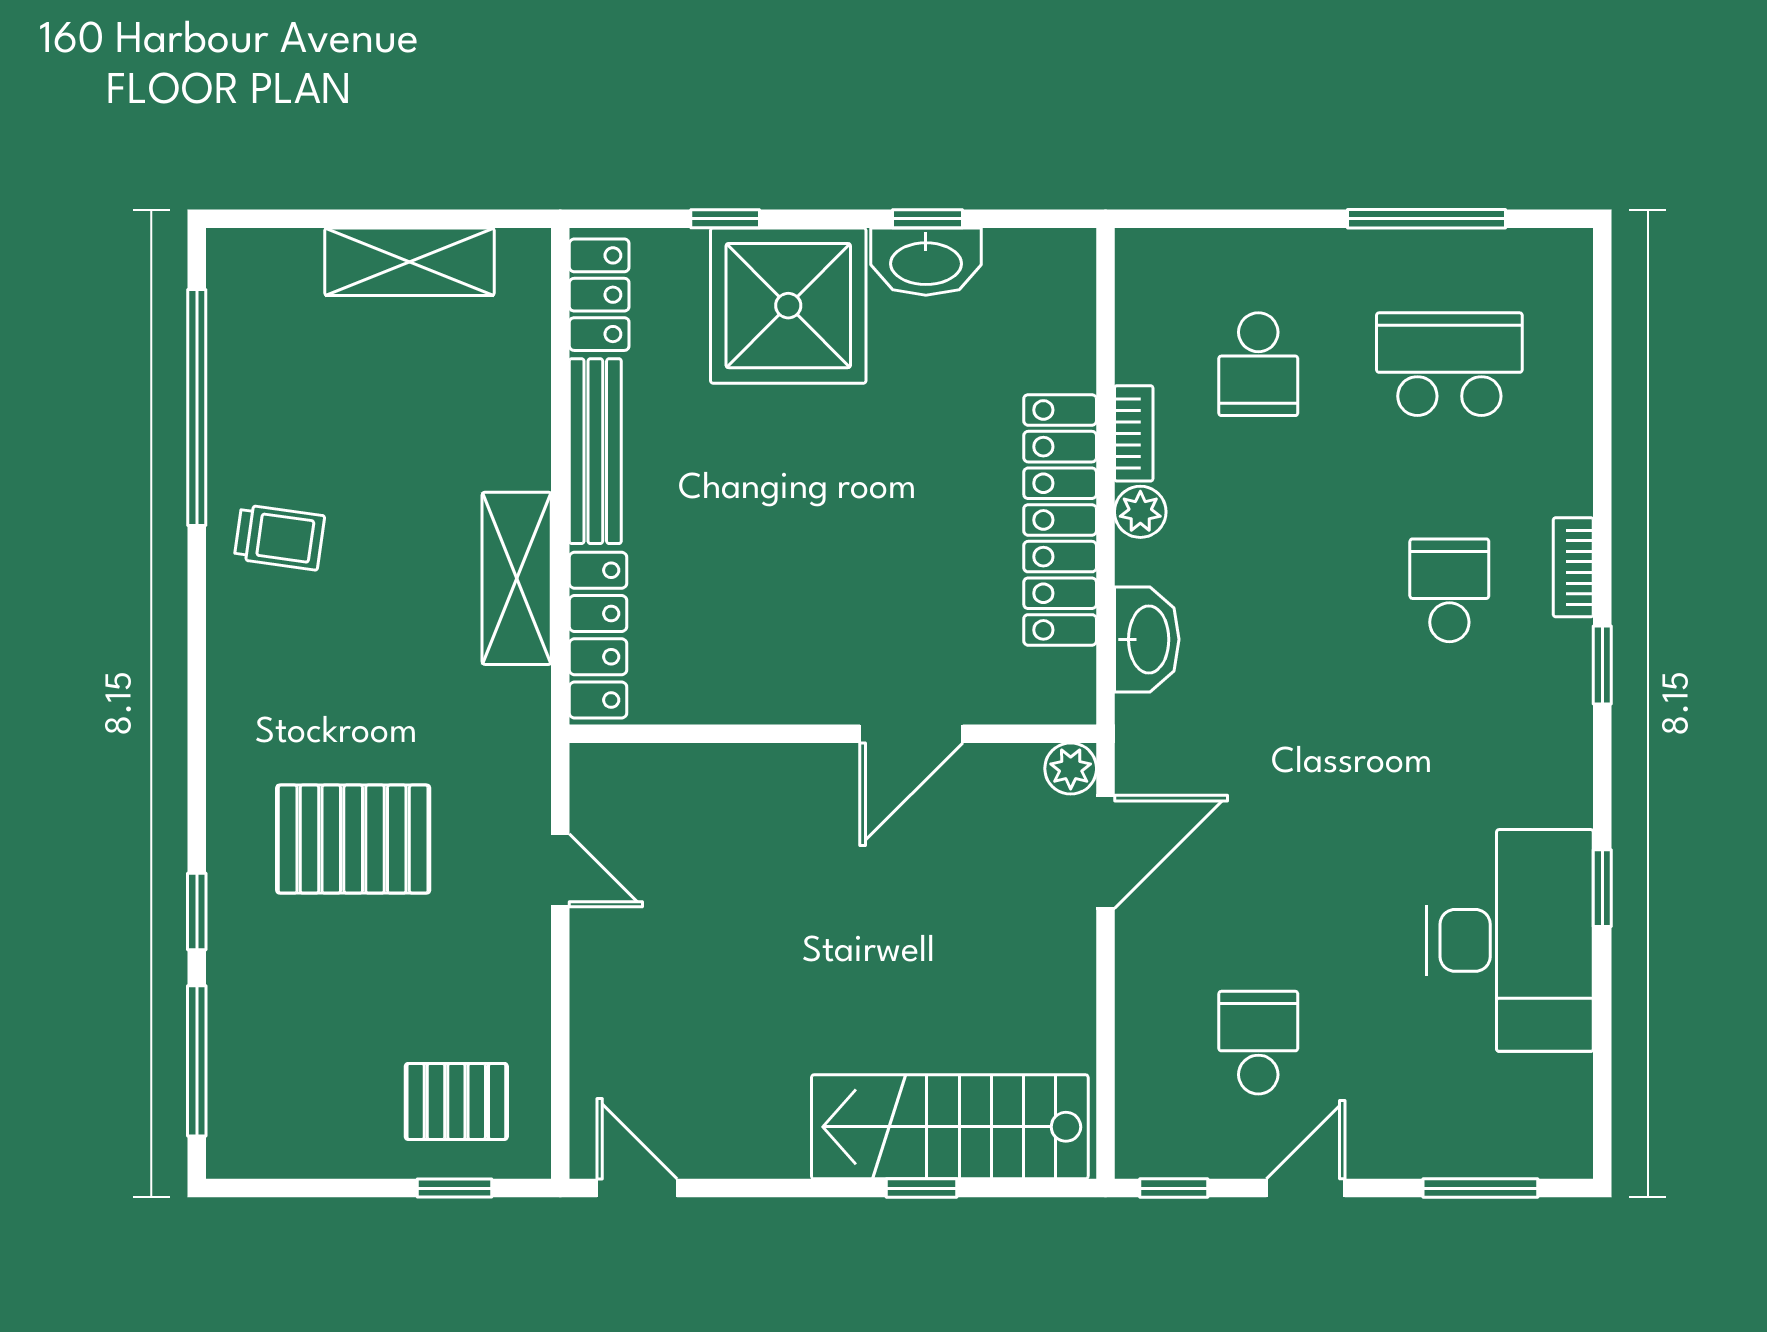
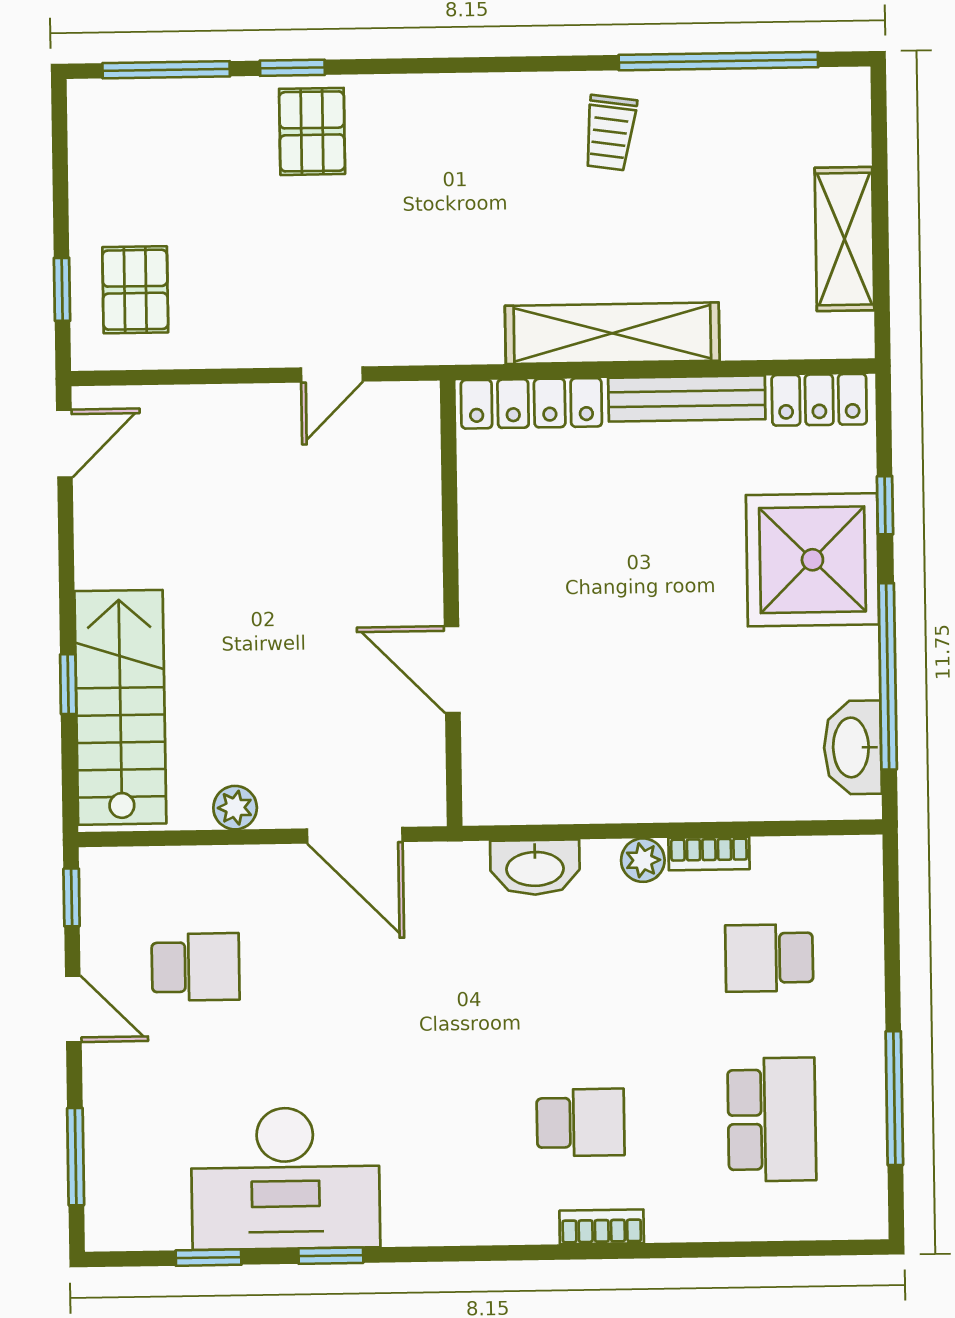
window: (928, 219) -> (888, 676), width x3.17
washbasin: (926, 262) -> (853, 747), moved
locker: (1060, 520) -> (635, 792), removed
shelving: (517, 578) -> (612, 333), width x1.47
window: (1602, 665) -> (208, 1258), moved
plant: (1071, 769) -> (235, 808), moved
pallet: (353, 839) -> (312, 131), moved, width x0.67, depth x0.71

